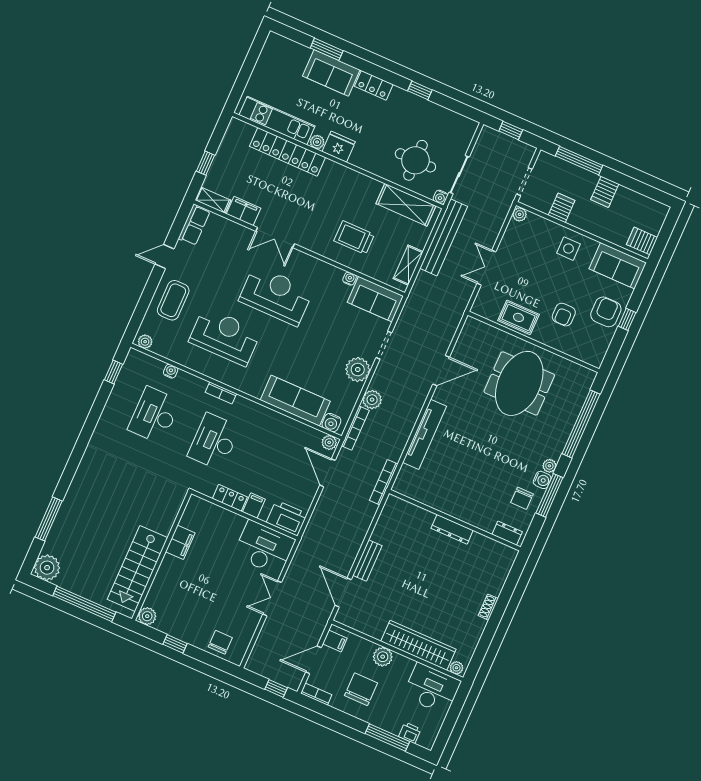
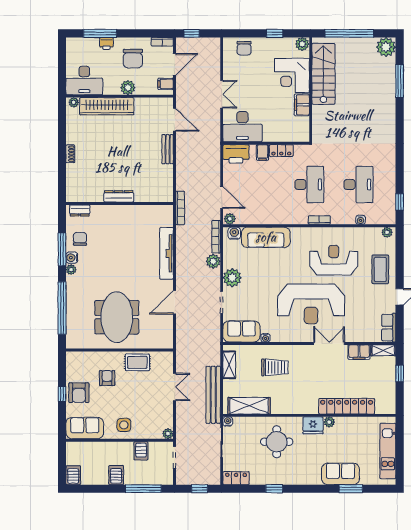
locker: (374, 85) -> (236, 478), moved
kitchen unit: (277, 121) -> (388, 451), moved, turned 90
round table: (415, 160) -> (277, 442), moved
server rack: (642, 241) -> (73, 475), moved, turned -90
reception desk: (276, 295) -> (311, 304), width x1.36, depth x1.30
reception desk: (225, 336) -> (334, 260), turned 180
corner desk: (177, 583) -> (292, 75), added
printer: (410, 733) -> (106, 43), moved

